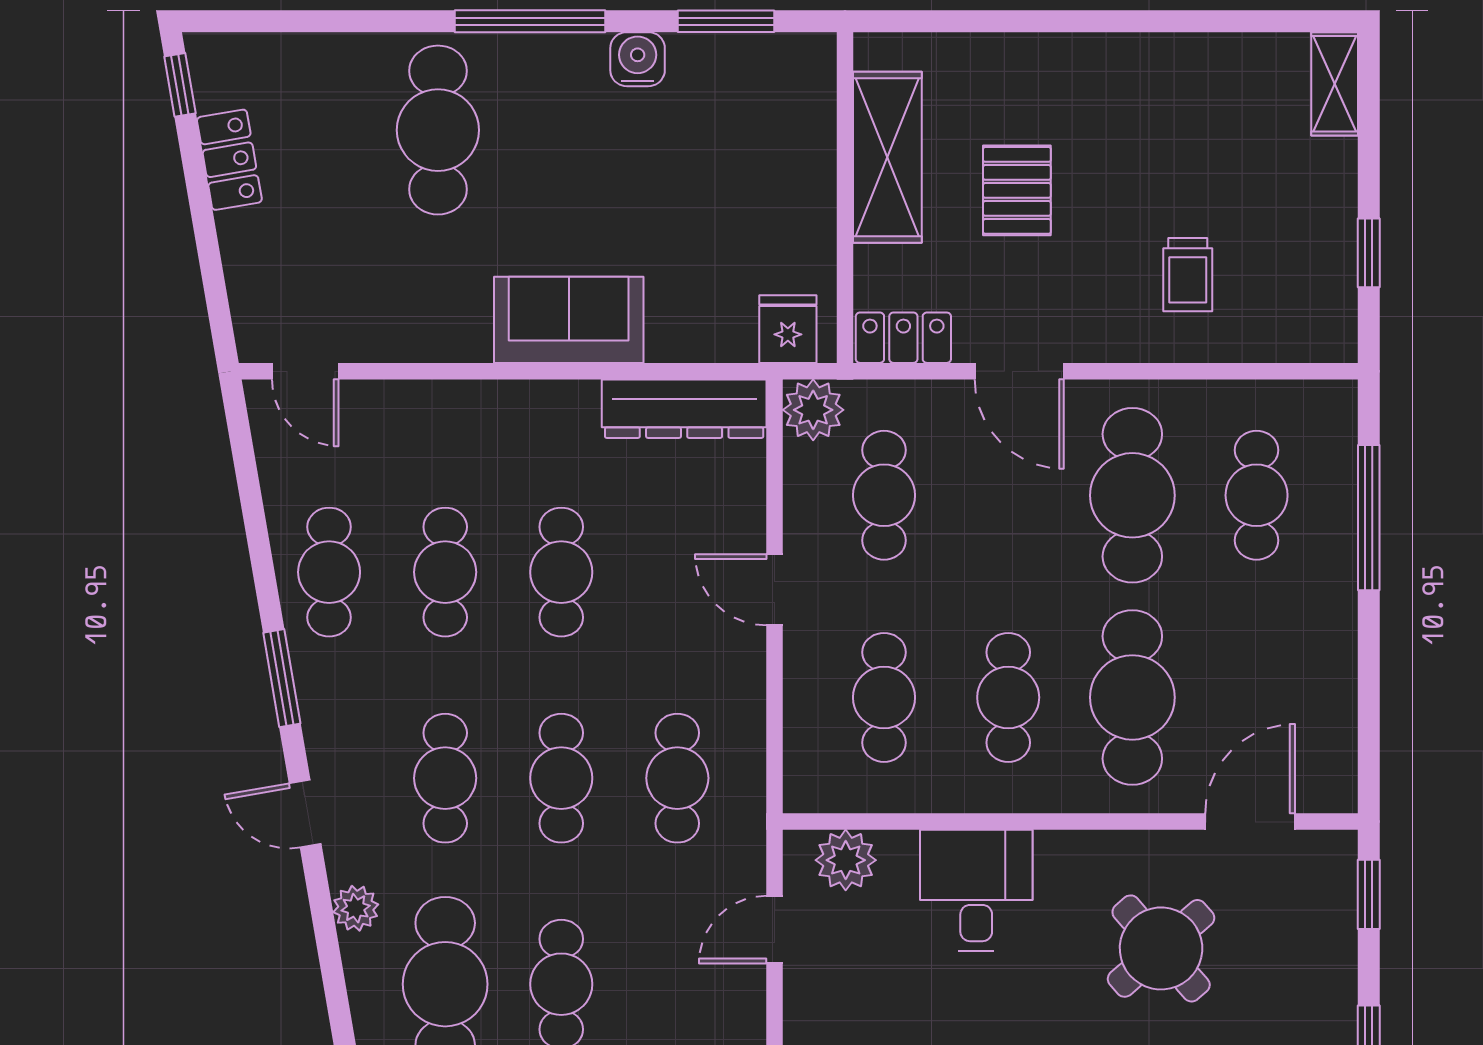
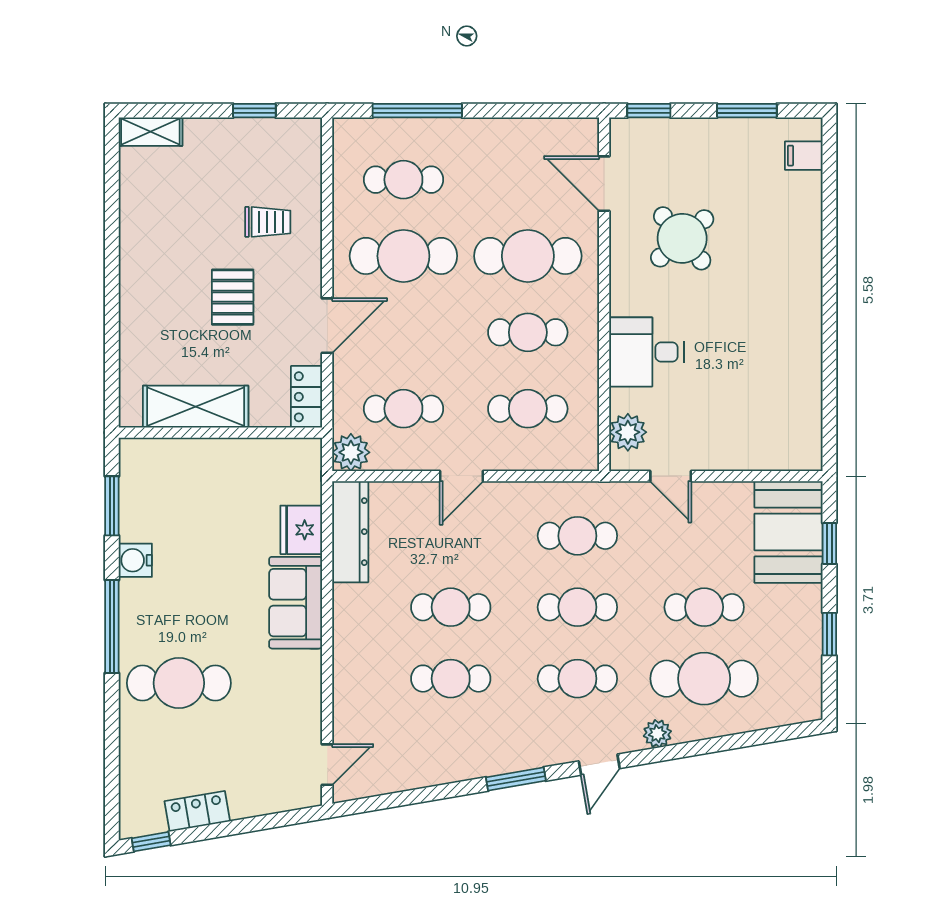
pallet: (1017, 190) -> (233, 297), moved, turned 90
fridge: (788, 329) -> (301, 530), moved, width x1.38
cafe table: (329, 572) -> (451, 750), removed

